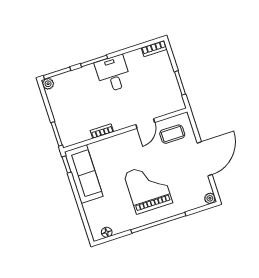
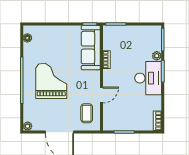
desk: (113, 74) -> (148, 78), width x1.37
plant: (48, 84) -> (157, 56), moved
door: (145, 124) -> (102, 95), swing flipped
sofa: (84, 174) -> (91, 48), moved, turned 90
grand piano: (148, 188) -> (51, 81), turned -90

